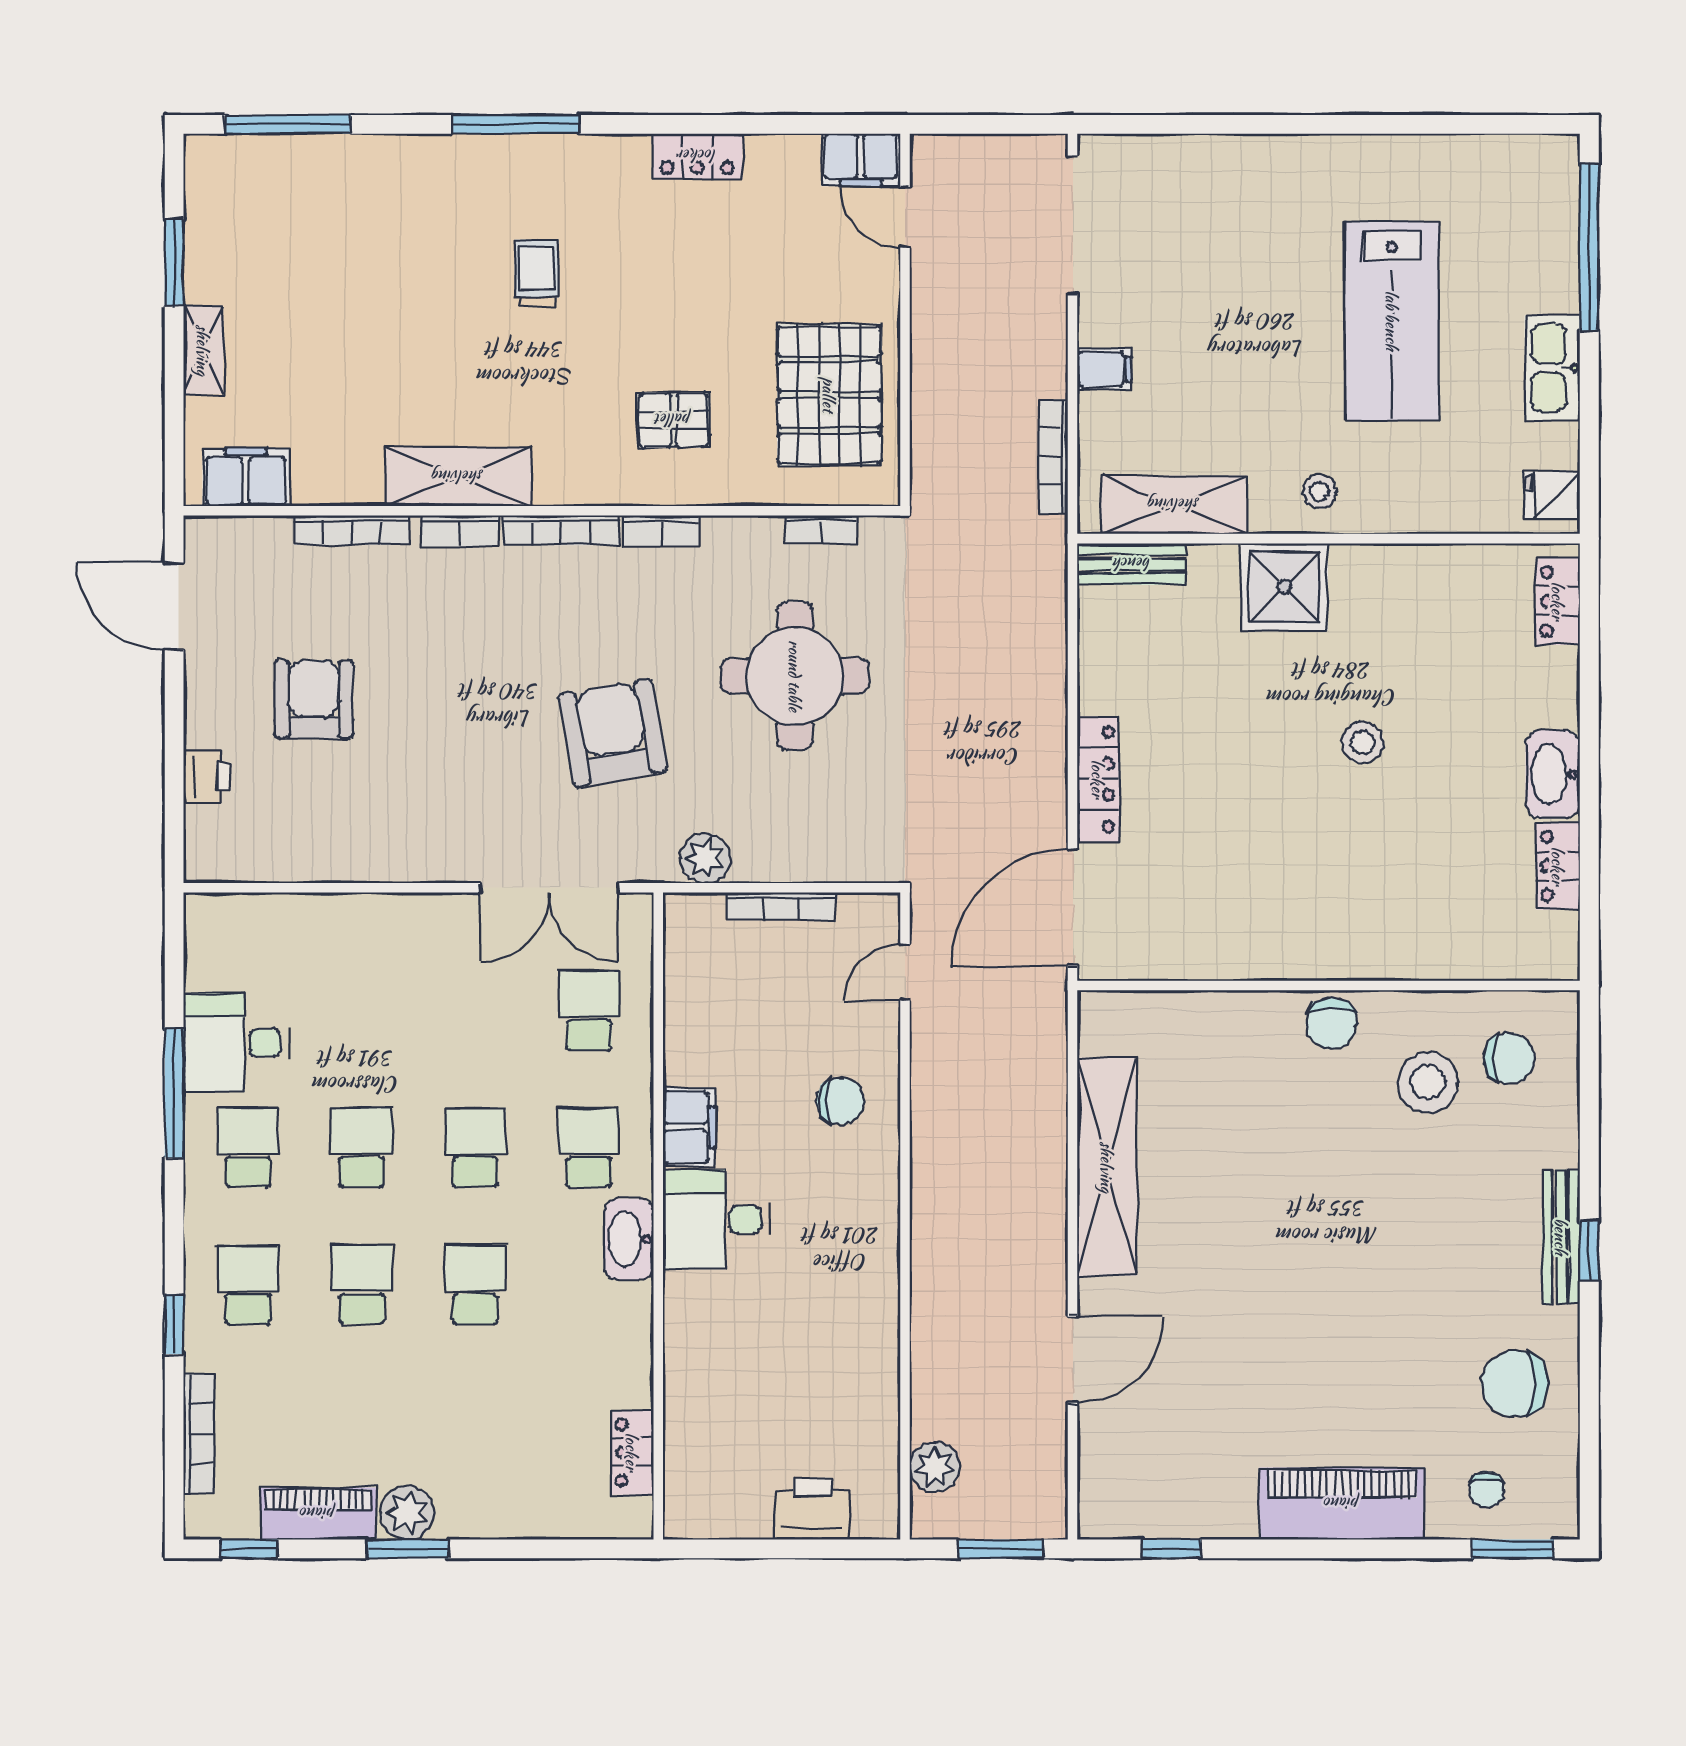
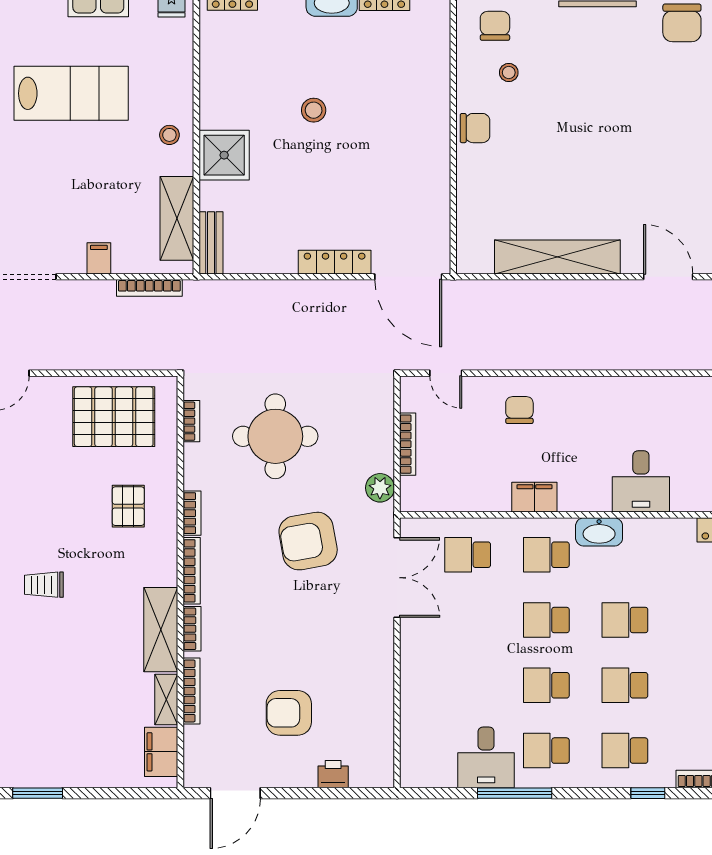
shelving: (203, 350) -> (166, 699), moved, turned 90
stool: (1428, 1082) -> (509, 73), width x0.53, depth x0.53
desk: (716, 1219) -> (641, 481), moved

